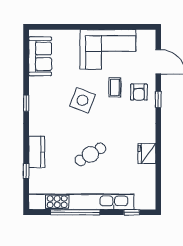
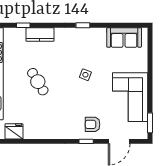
window: (137, 27) -> (150, 123), added
coffee table: (115, 87) -> (97, 103), removed
side table: (82, 100) -> (85, 75), width x0.54, depth x0.54
fridge: (147, 154) -> (14, 131), moved

